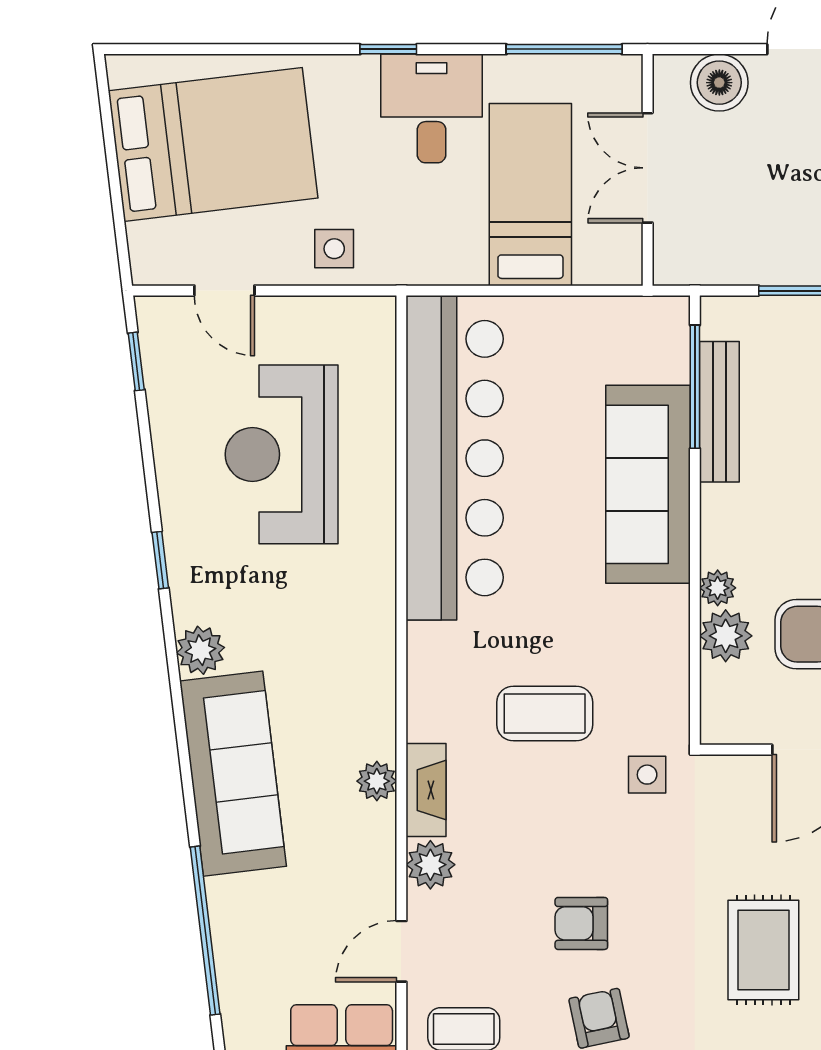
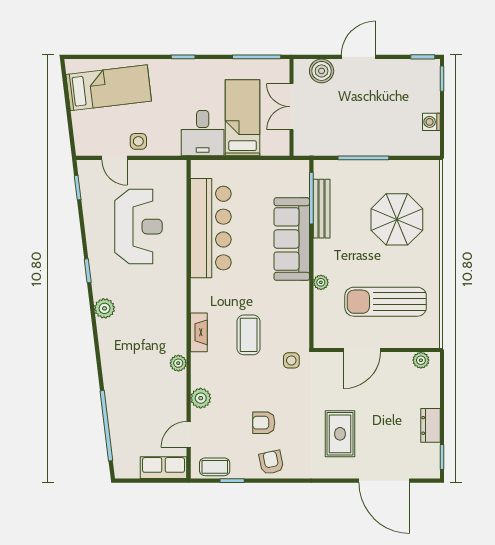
desk: (432, 108) -> (203, 133), moved, turned 180
bed: (213, 144) -> (109, 88), width x0.67
side table: (334, 249) -> (138, 141), moved
reception desk: (282, 454) -> (138, 227), turned 180
bar counter: (455, 458) -> (211, 228), width x0.73
plant: (726, 636) -> (324, 302), removed
coffee table: (545, 714) -> (249, 335), turned 90
sofa: (233, 774) -> (118, 360), removed
fireplace: (426, 790) -> (199, 332), moved

